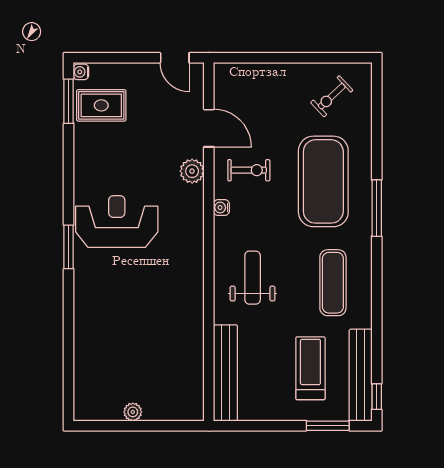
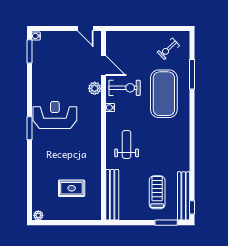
rug: (101, 105) -> (72, 188), moved
exercise bike: (249, 170) -> (125, 88), width x1.38, depth x1.39
window: (377, 208) -> (192, 74), moved
exercise mat: (333, 283) -> (169, 147), removed
plant: (133, 412) -> (38, 215), moved

